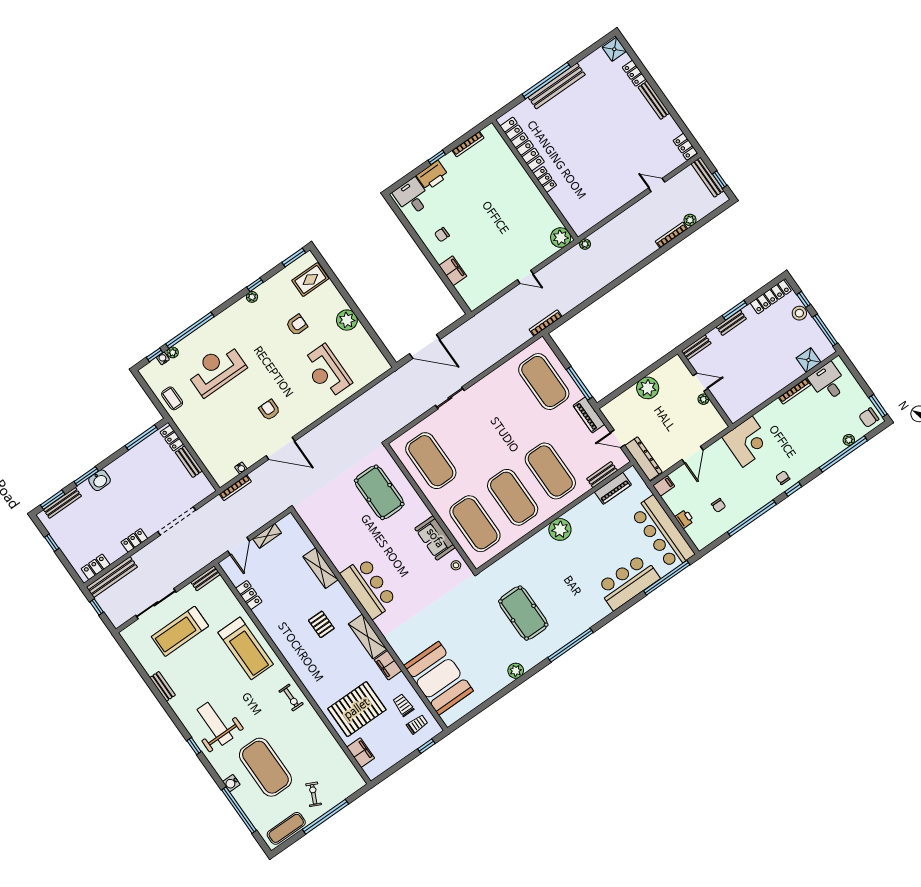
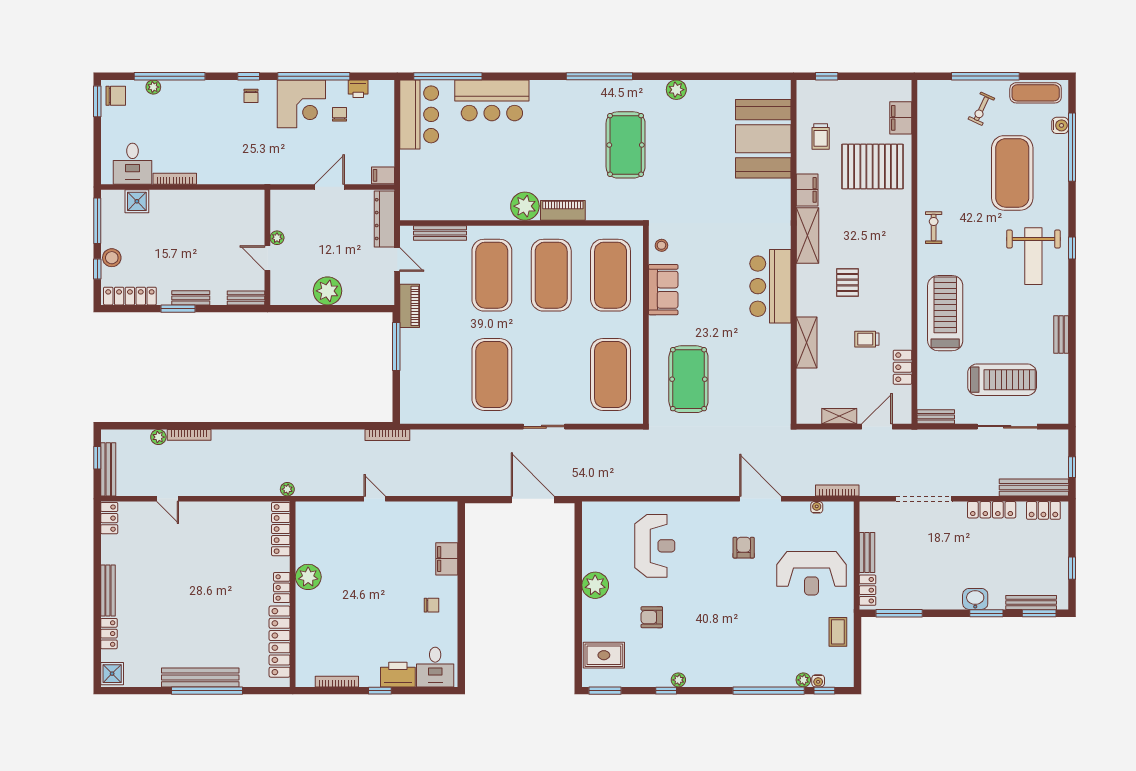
locker: (571, 216) -> (281, 529), added
plant: (561, 238) -> (308, 577), moved
reception desk: (216, 369) -> (812, 573), moved
exercise mat: (544, 382) -> (492, 374), moved
armchair: (269, 410) -> (744, 548), turned 180
corner desk: (748, 442) -> (301, 104), moved, turned 180
bench: (602, 475) -> (440, 233), width x1.36
piano: (613, 488) -> (563, 210), moved
printer: (684, 519) -> (358, 89), moved, turned -90
bar counter: (662, 533) -> (419, 114), width x0.73
locker: (134, 540) -> (992, 510), width x1.53
trolley: (417, 724) -> (867, 339), moved
water cooler: (231, 783) -> (1060, 125), moved

